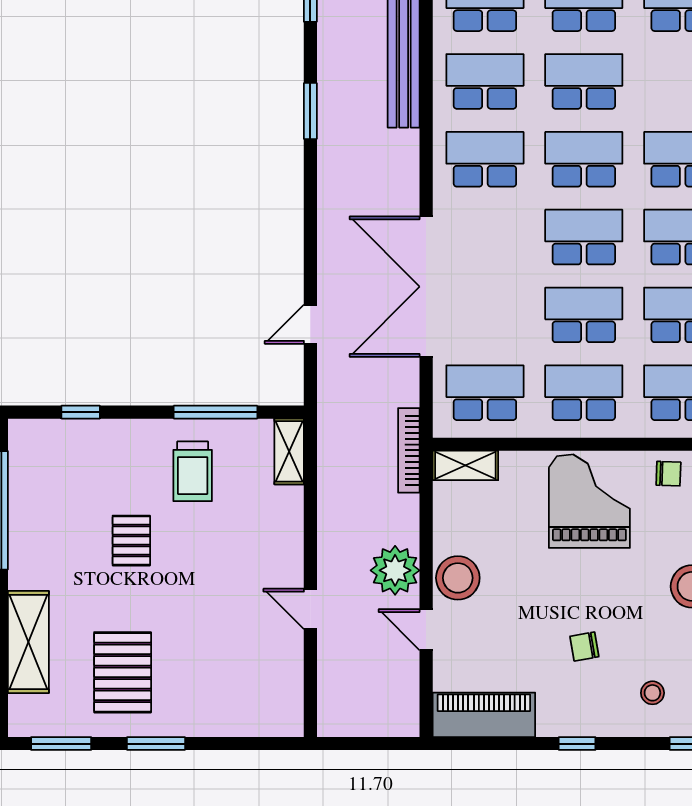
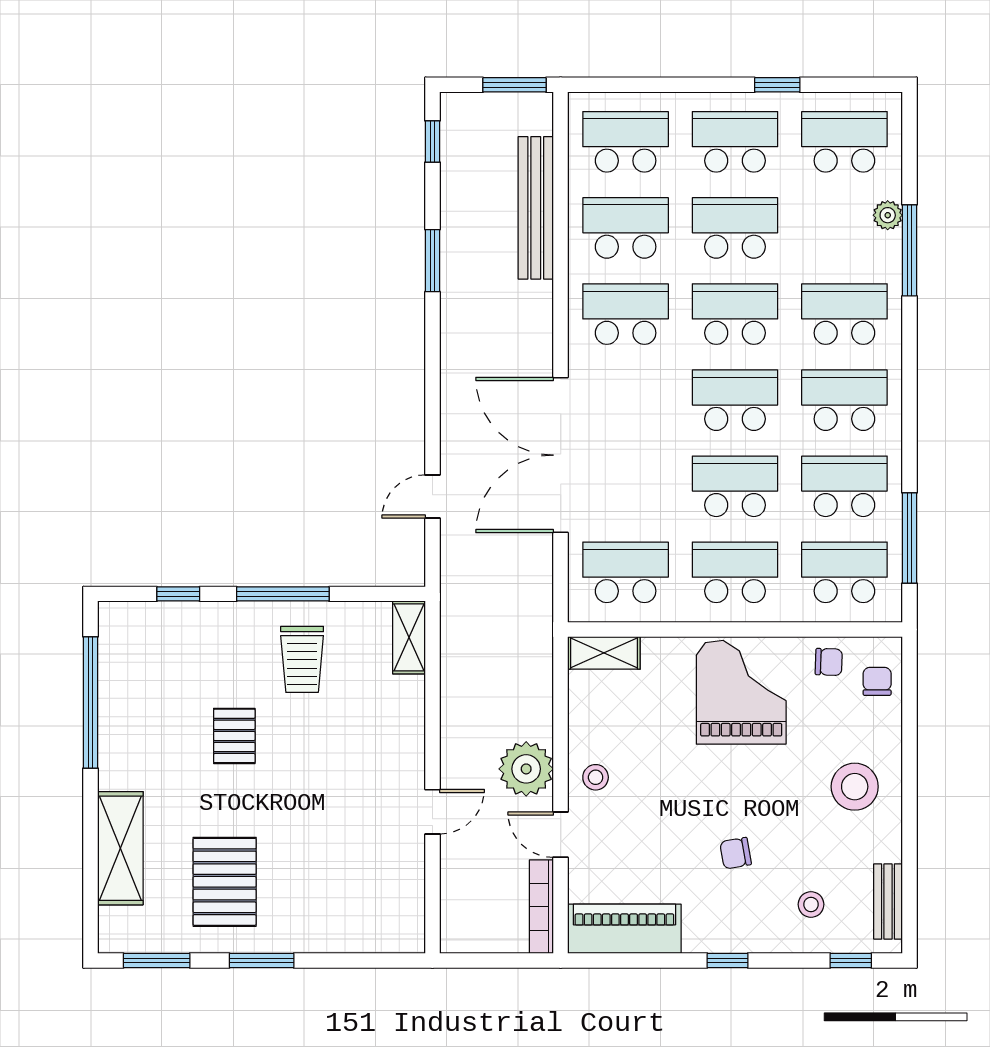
window: (215, 412) -> (283, 594), moved
bookcase: (409, 450) -> (541, 907), moved
stool: (458, 578) -> (596, 777), width x0.53, depth x0.53
door: (310, 609) -> (432, 812), swing flipped

